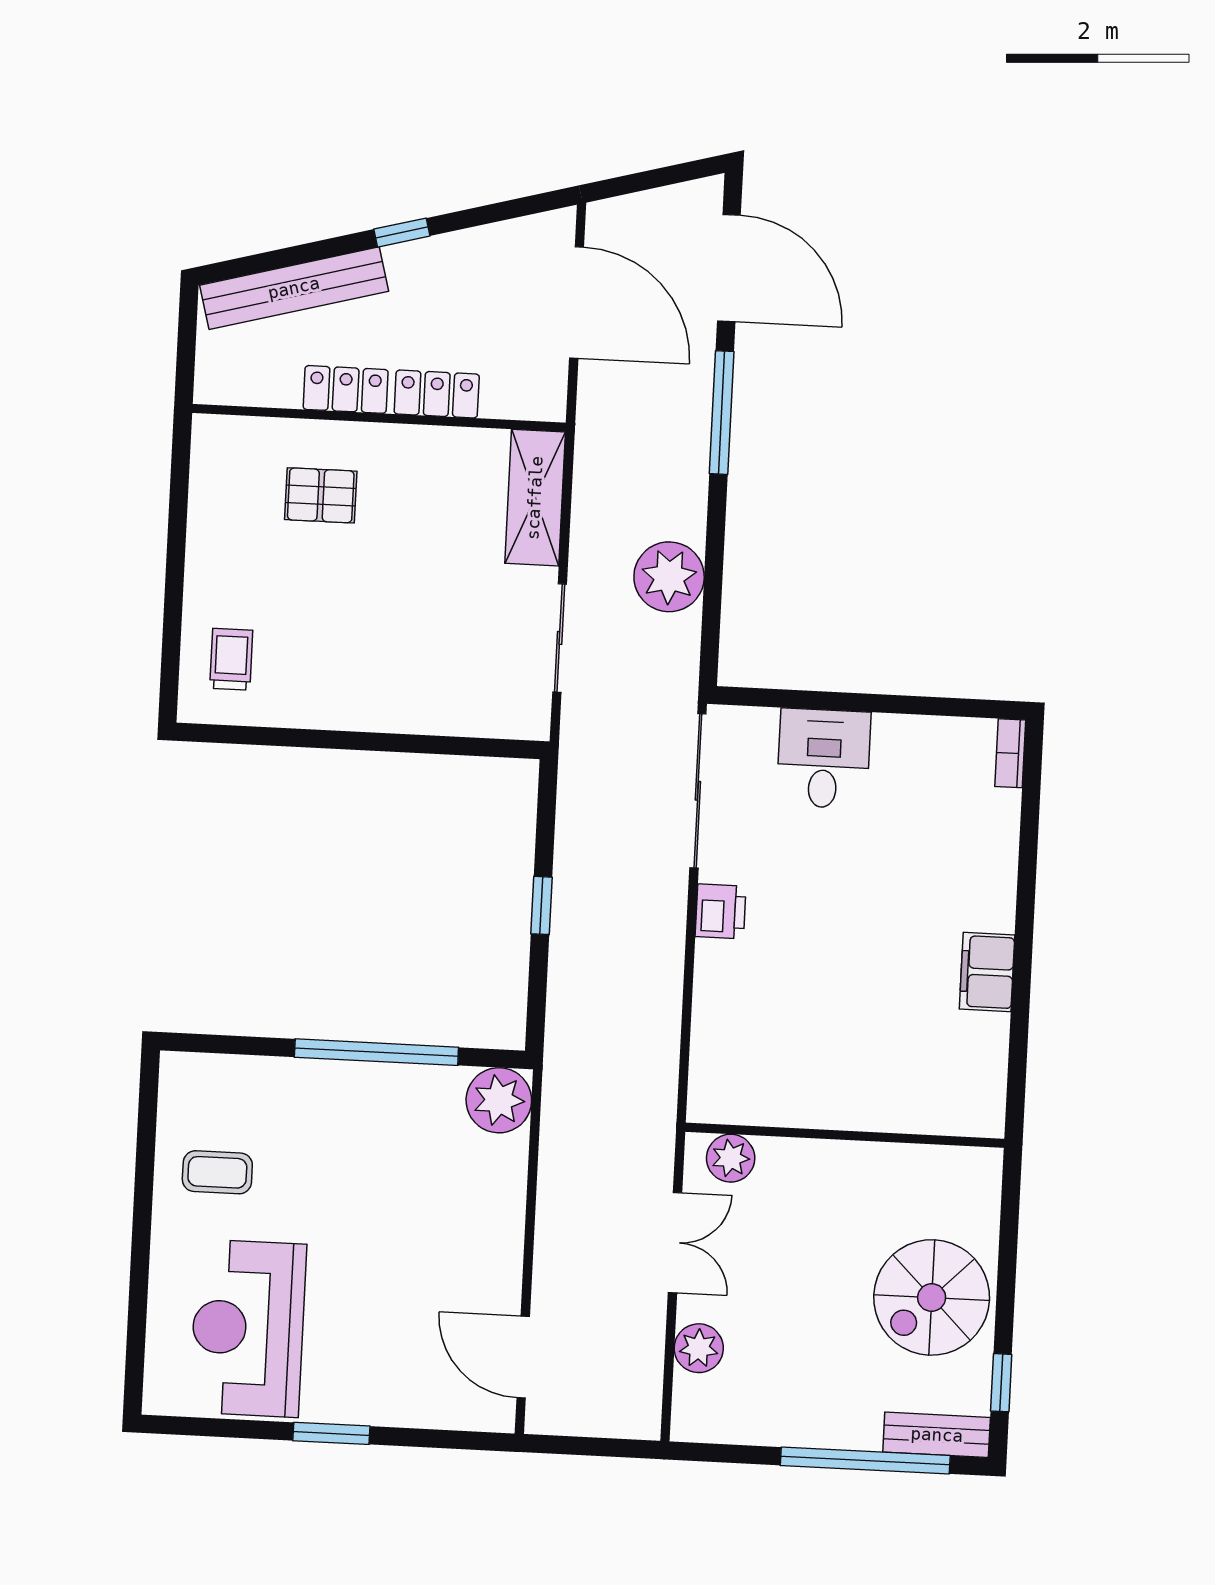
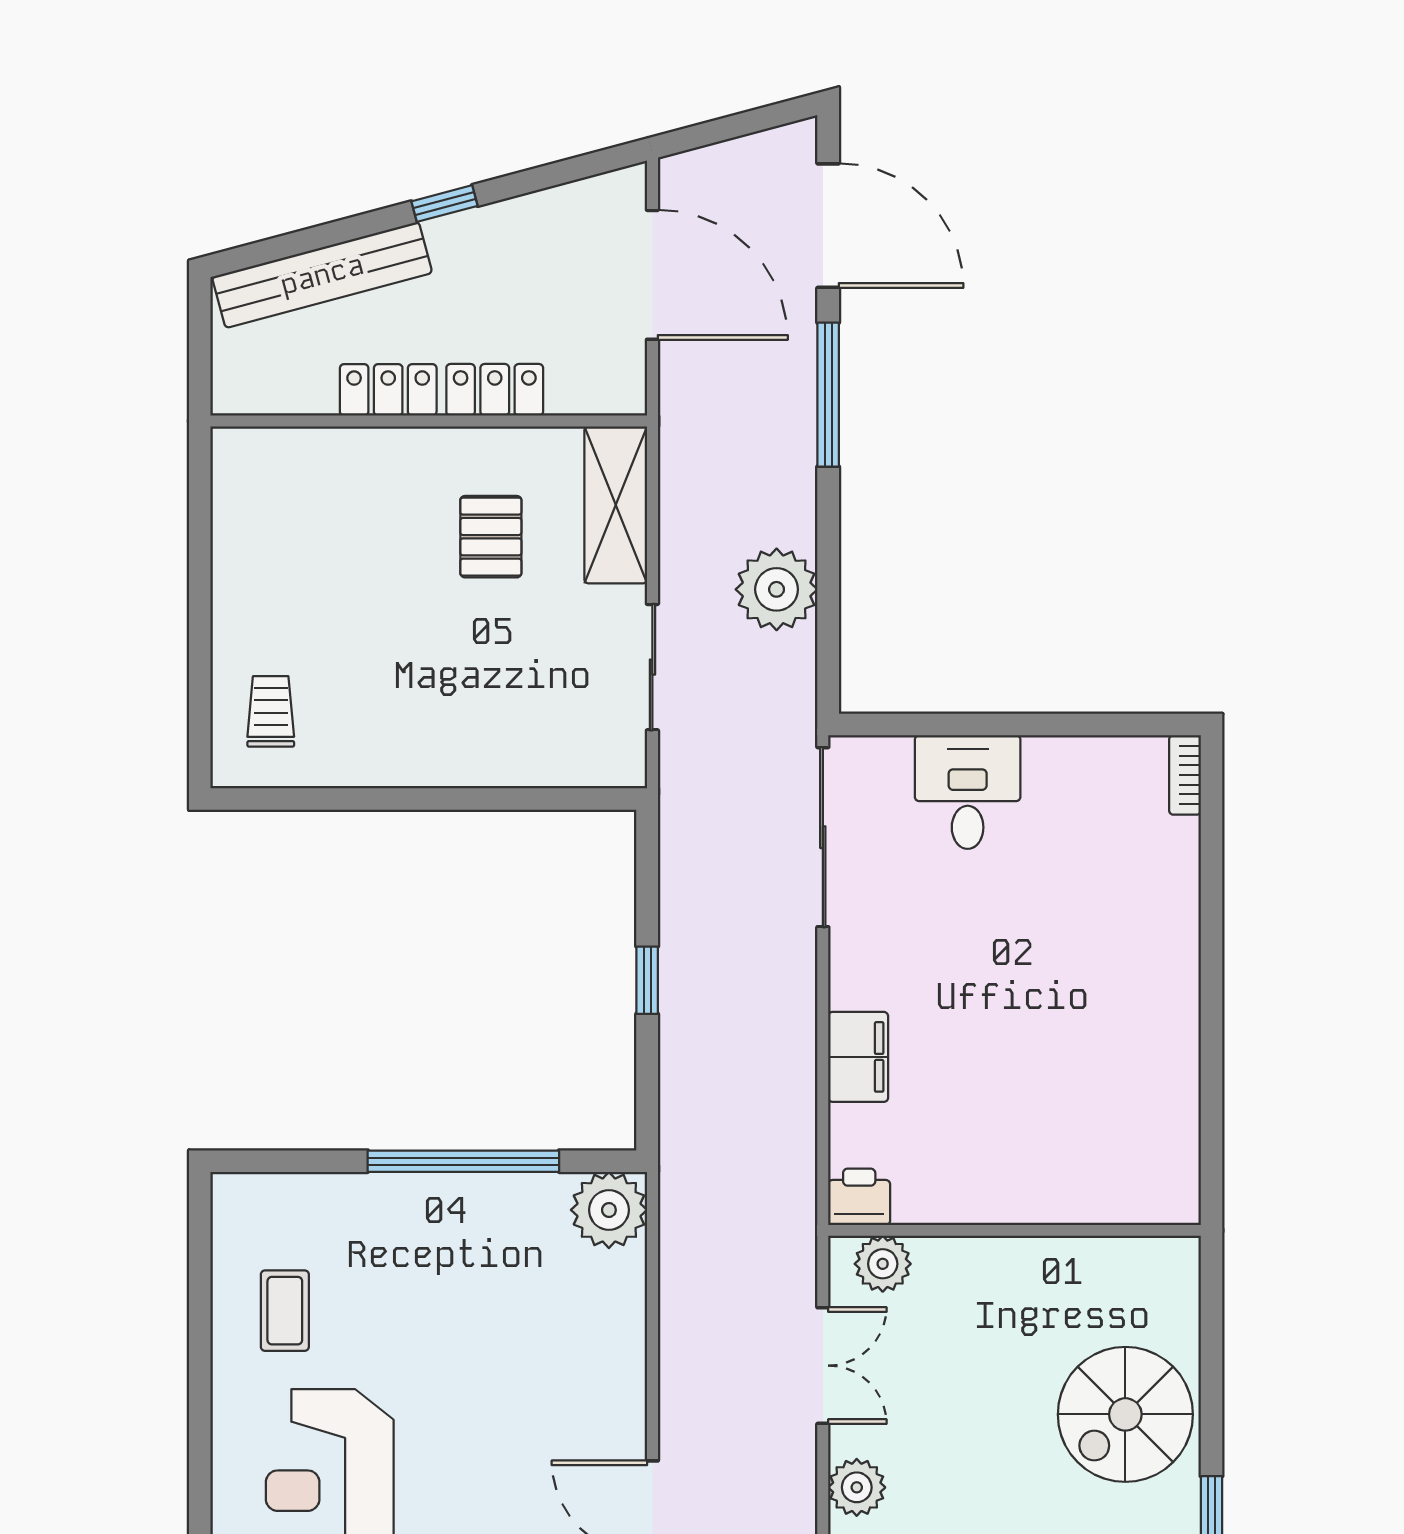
pallet: (321, 495) -> (491, 537), moved, turned 90
printer: (721, 911) -> (859, 1197), moved, turned -90
filing cabinet: (987, 972) -> (858, 1057), moved, turned 180
coffee table: (217, 1172) -> (285, 1311), turned 90

